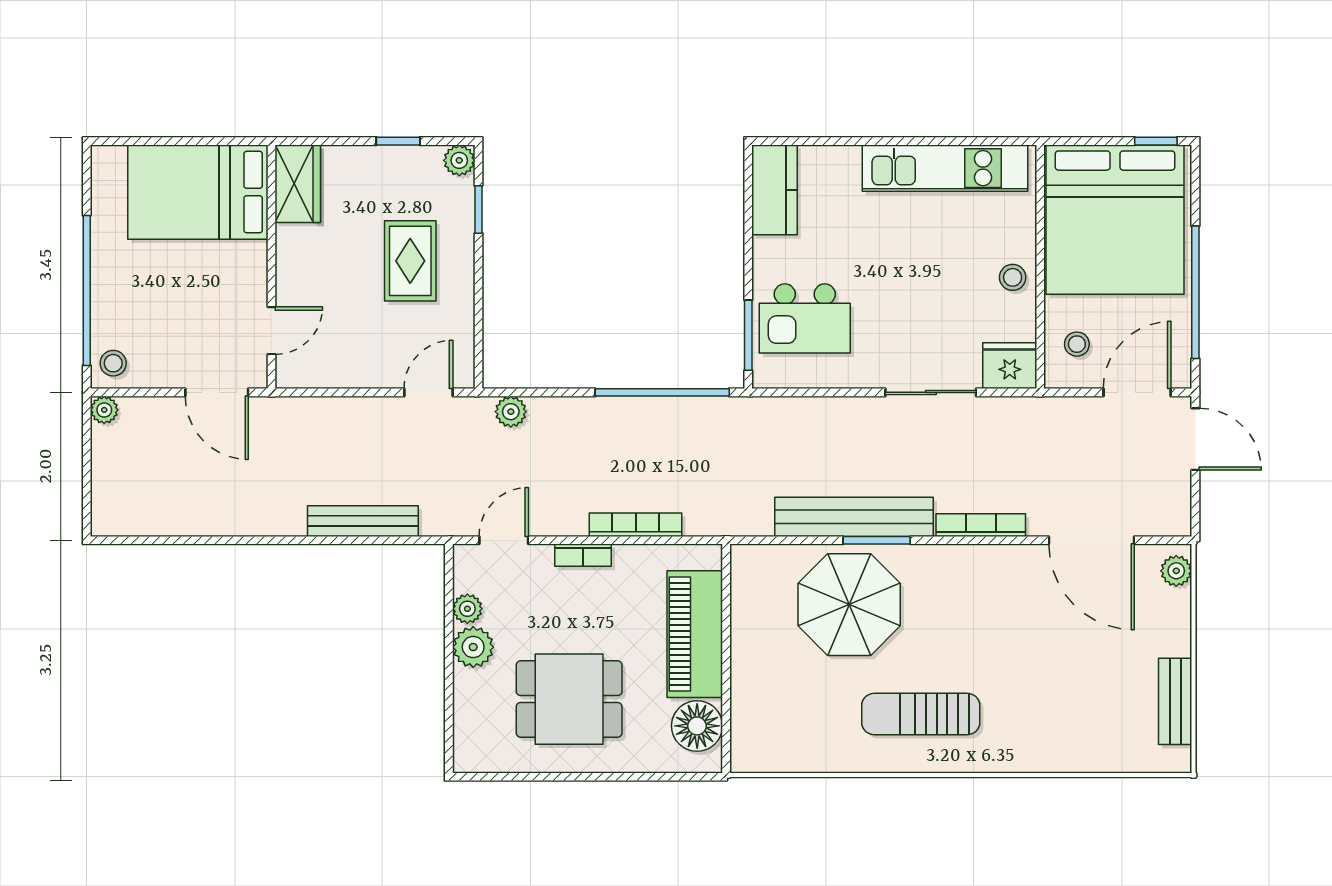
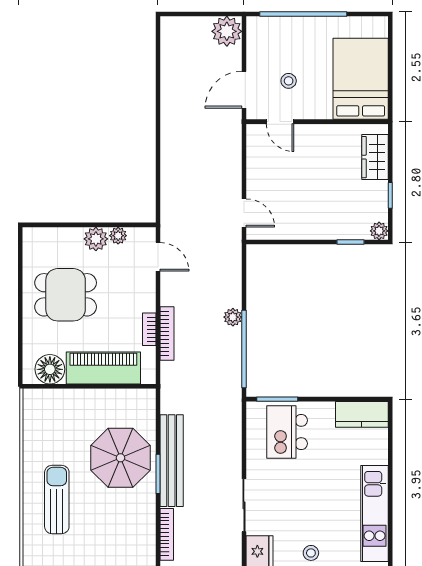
wardrobe: (298, 184) -> (375, 157), moved, turned 90
rug: (410, 261) -> (321, 202), removed
stool: (113, 363) -> (289, 81), moved
plant: (104, 410) -> (227, 31), width x1.87, depth x1.87
plant: (511, 412) -> (233, 317), moved
bench: (363, 521) -> (169, 175), removed
bookcase: (583, 555) -> (149, 329), moved
dining table: (569, 699) -> (66, 295), turned 90

